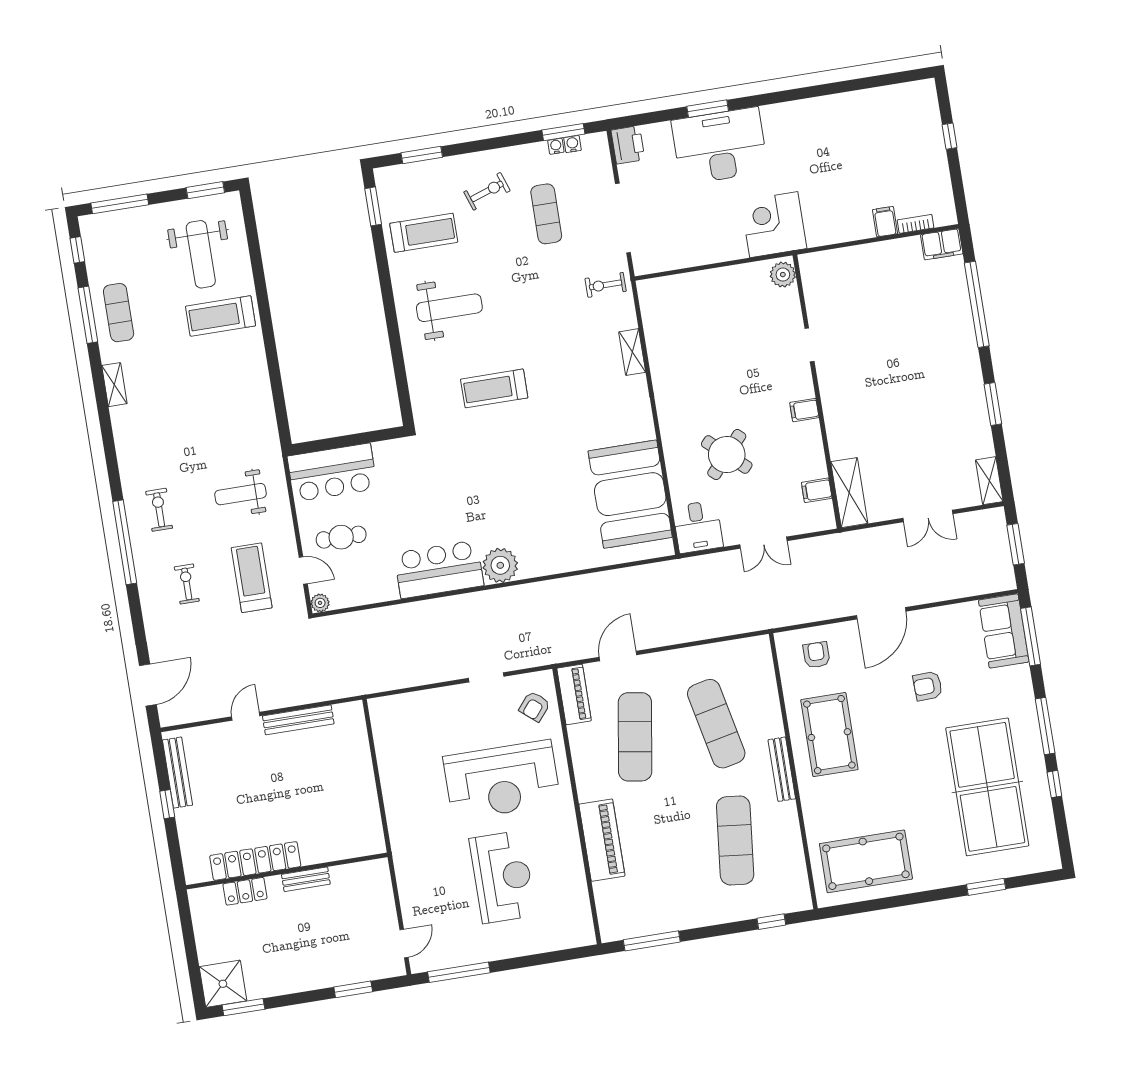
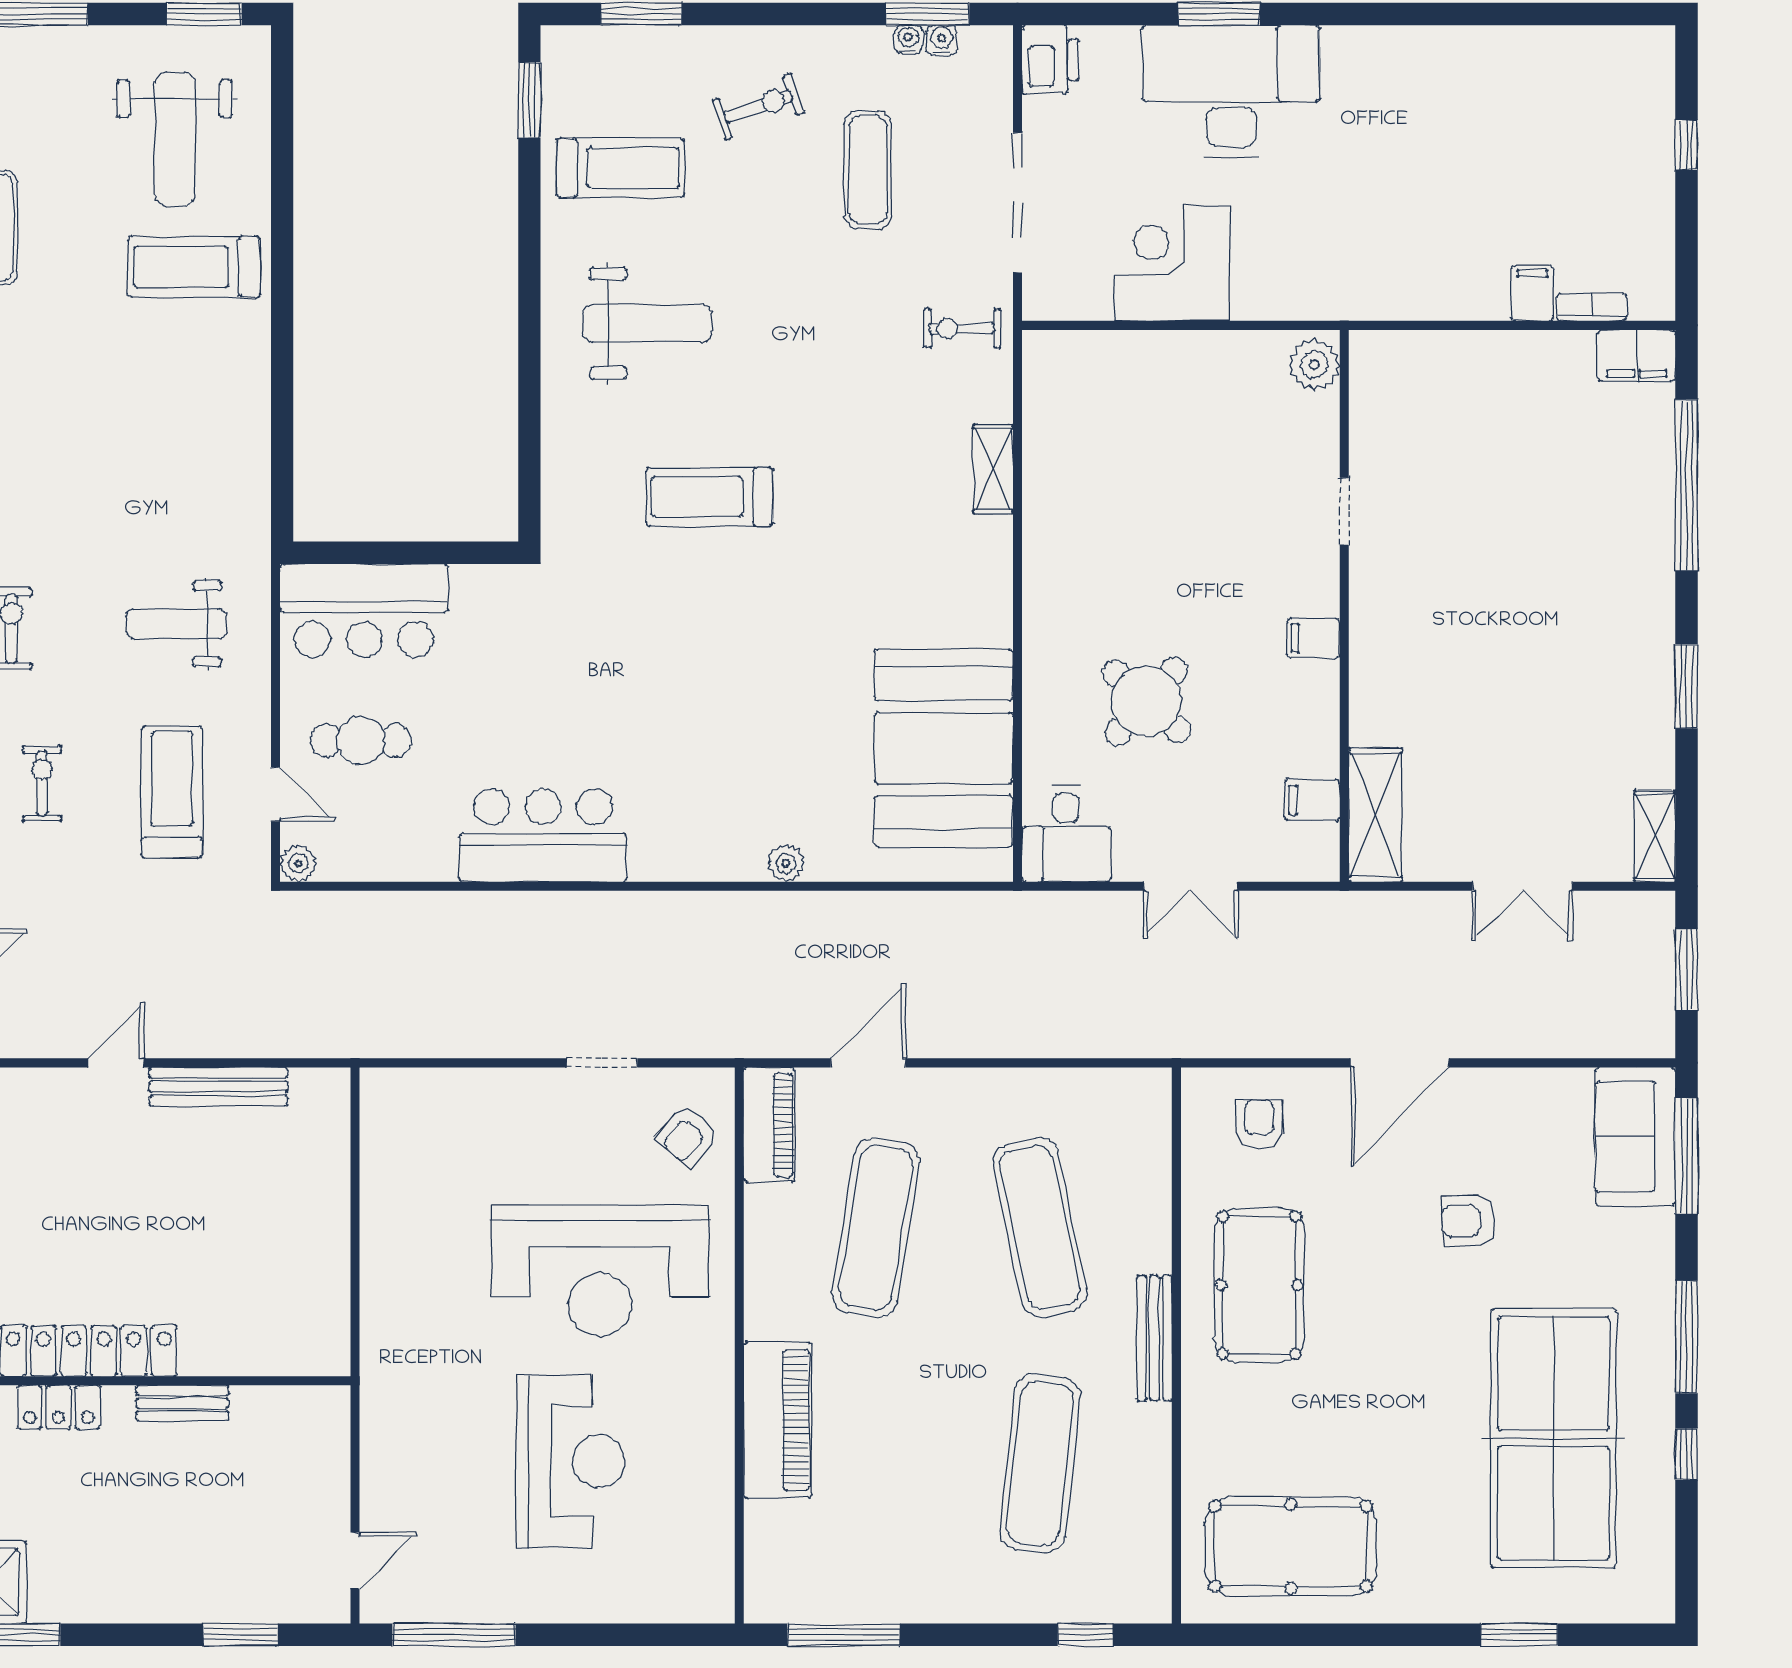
corner desk: (774, 225) -> (1172, 263), moved
plant: (500, 565) -> (786, 863), moved, width x0.53, depth x0.53

